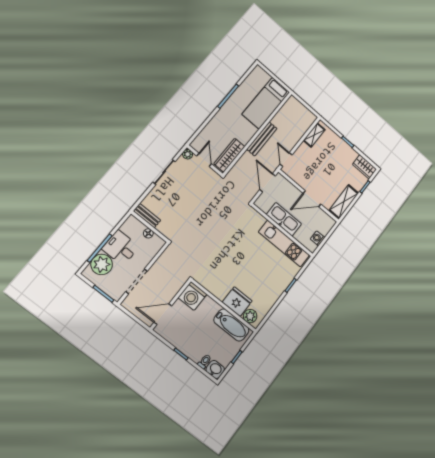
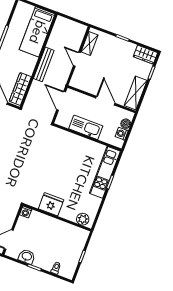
door: (286, 160) -> (77, 59), moved
door: (312, 199) -> (105, 101), swing flipped
boiler: (325, 229) -> (126, 124), added
kitchen unit: (284, 244) -> (105, 172), moved, turned 90
washing machine: (192, 296) -> (26, 212), width x0.53, depth x0.53
fridge: (237, 302) -> (51, 204), moved
bathtub: (231, 325) -> (69, 231), removed
washbasin: (215, 369) -> (27, 257), moved

